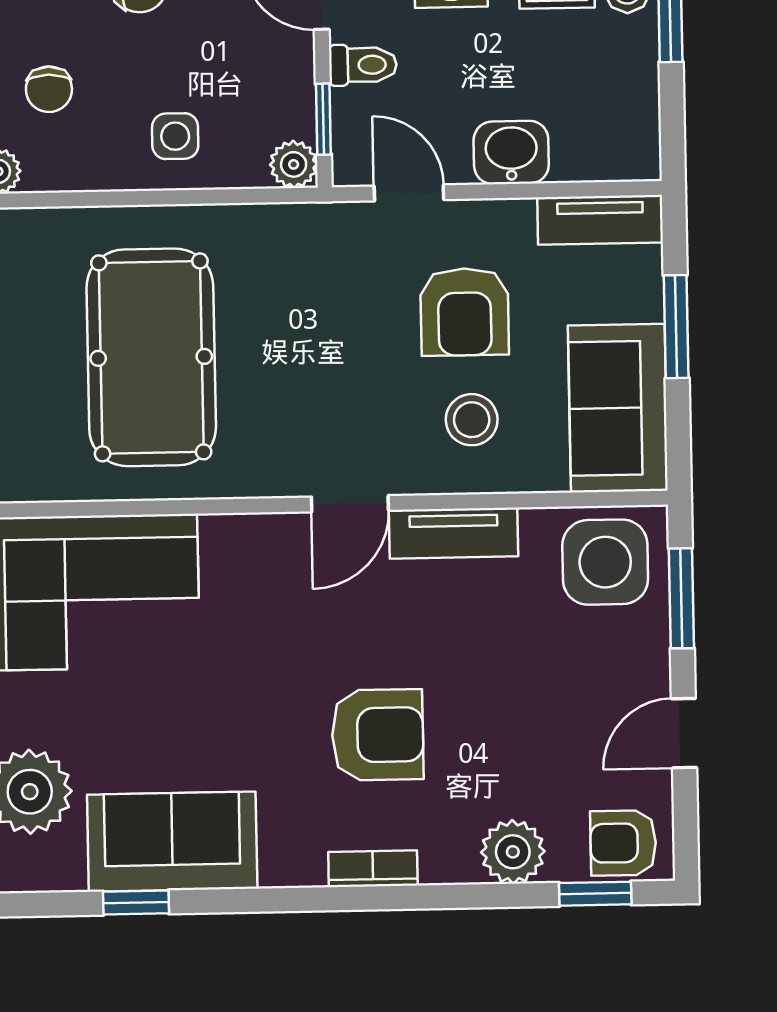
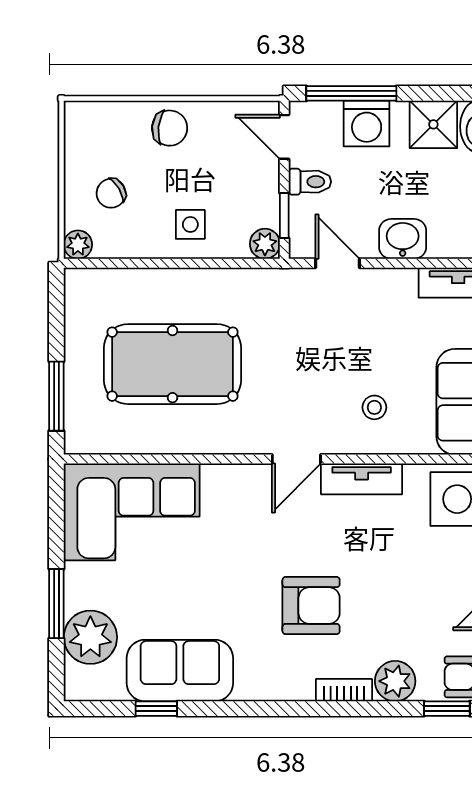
chair: (49, 89) -> (111, 193), turned 59
armchair: (465, 312) -> (371, 339), removed
pool table: (151, 357) -> (173, 364), turned 90
stool: (472, 420) -> (374, 407), width x0.73, depth x0.73
bookcase: (373, 869) -> (344, 690), moved

